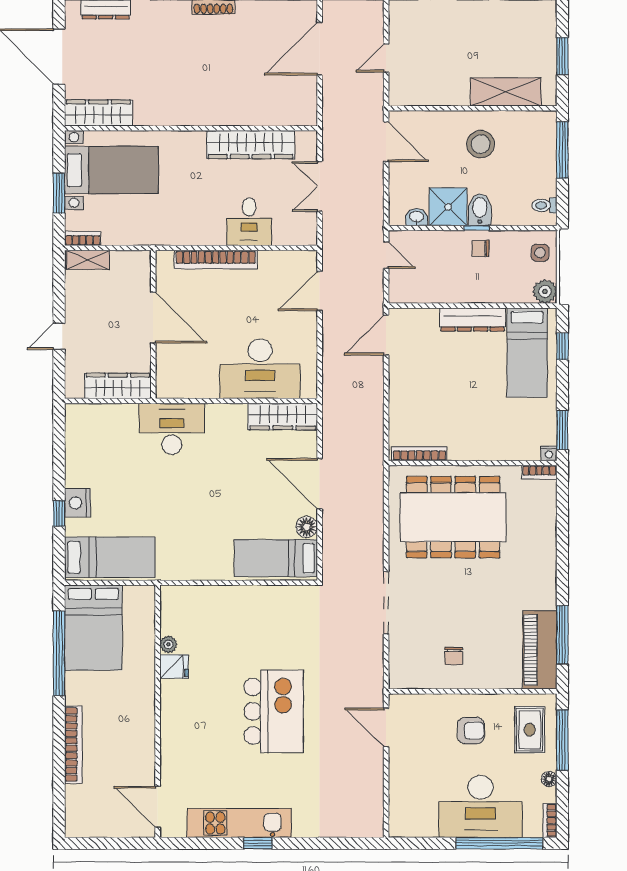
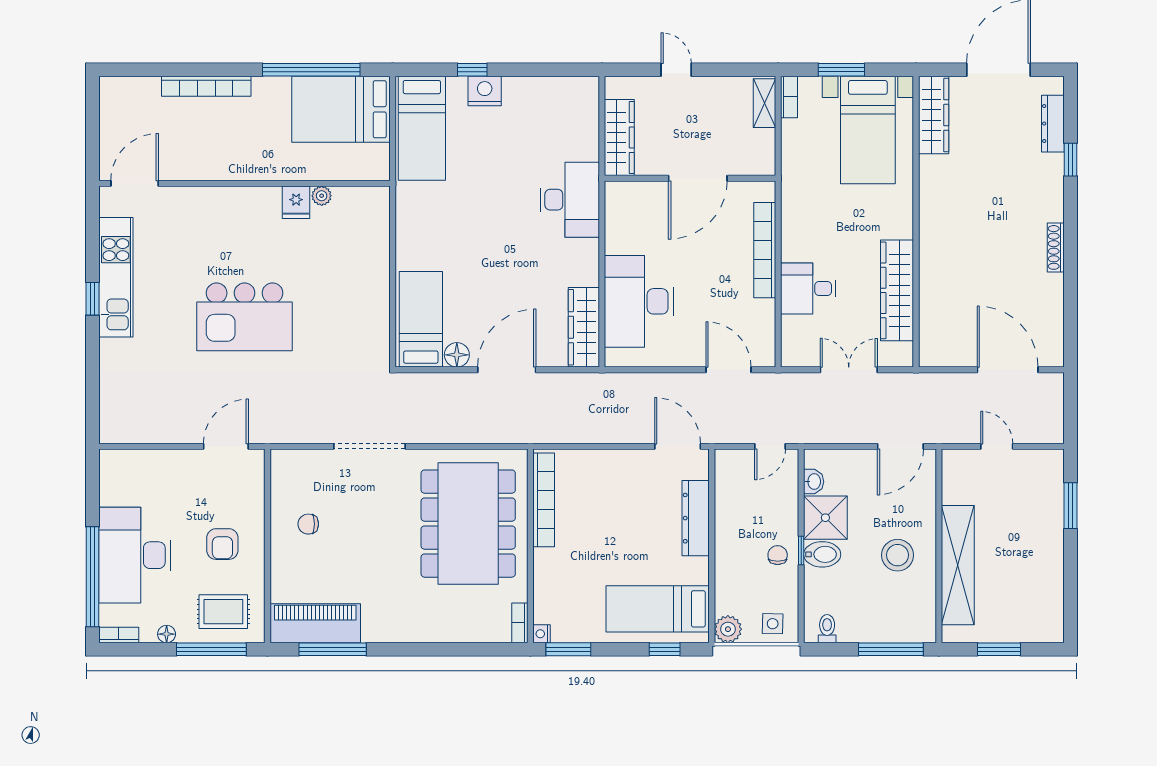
shelving: (506, 92) -> (958, 565), width x1.47
dresser: (473, 320) -> (696, 518), moved
bookcase: (419, 454) -> (544, 500), width x1.48, depth x1.31

